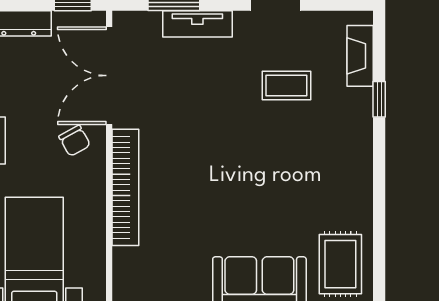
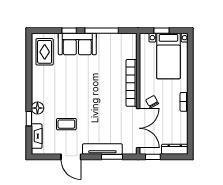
tv unit: (197, 24) -> (102, 149), width x1.41
floor lamp: (358, 125) -> (37, 108), added

